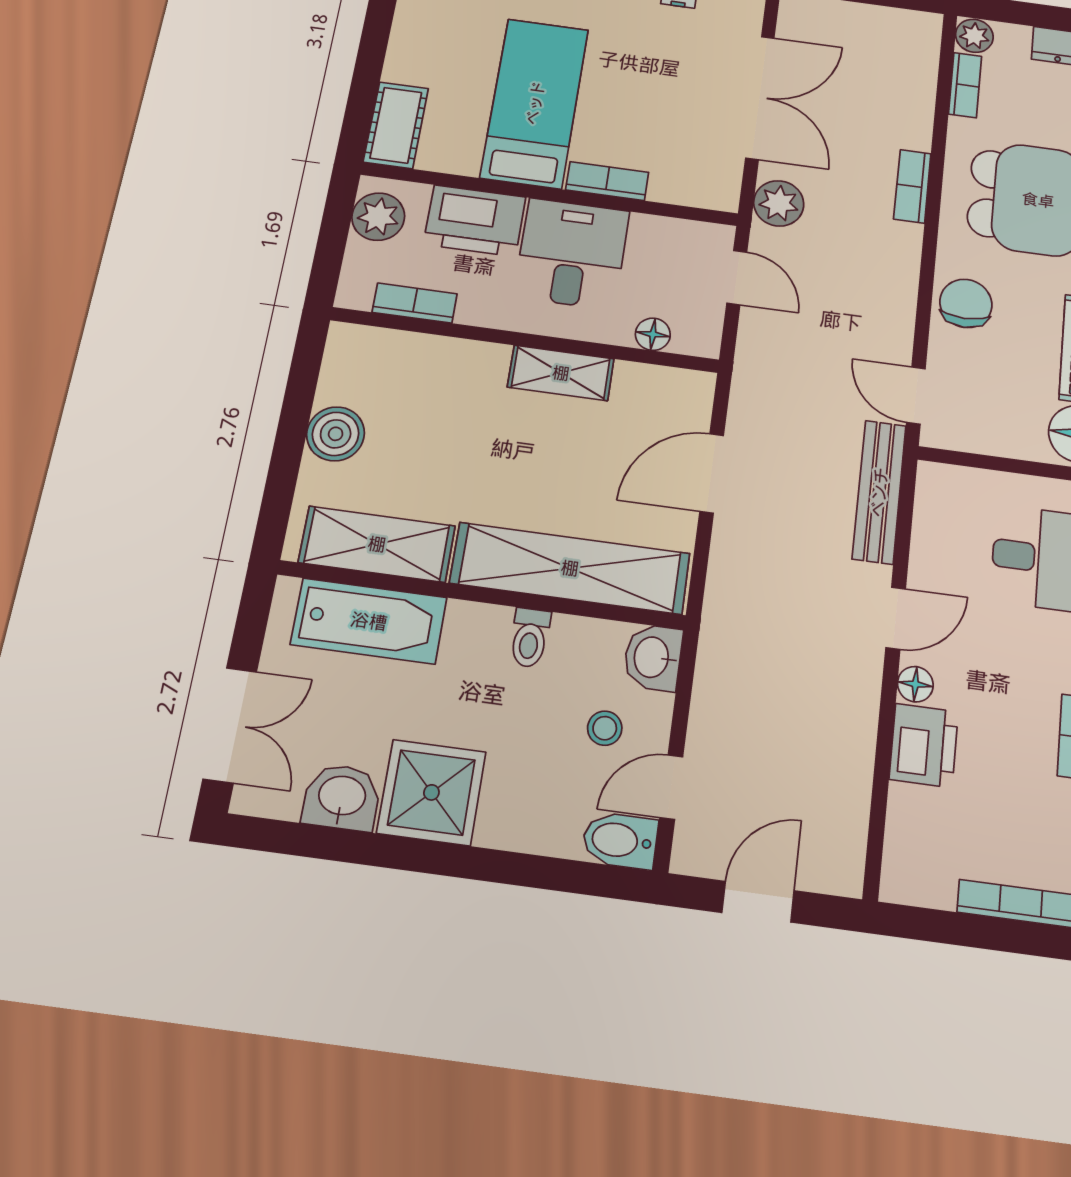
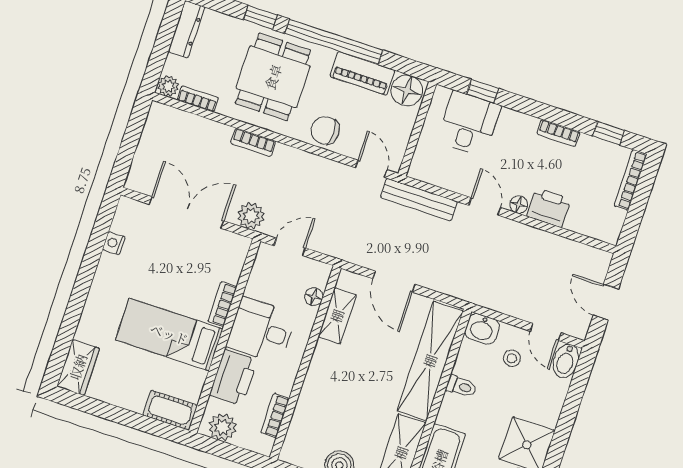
shelving: (561, 373) -> (337, 316), moved
door: (916, 395) -> (371, 169), swing flipped

